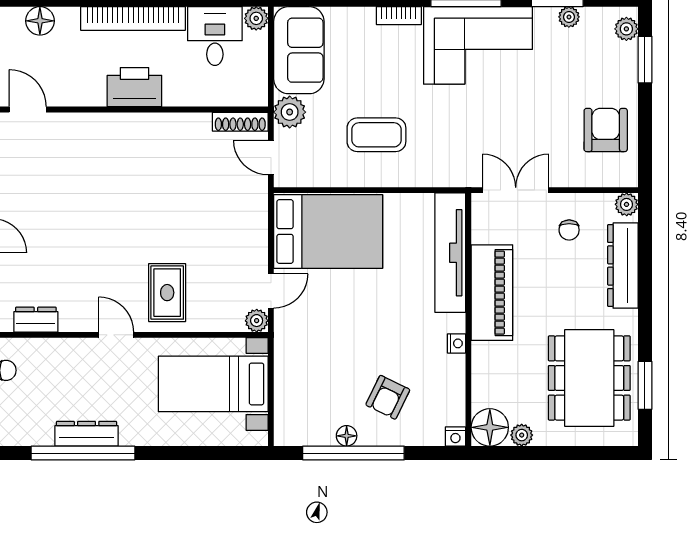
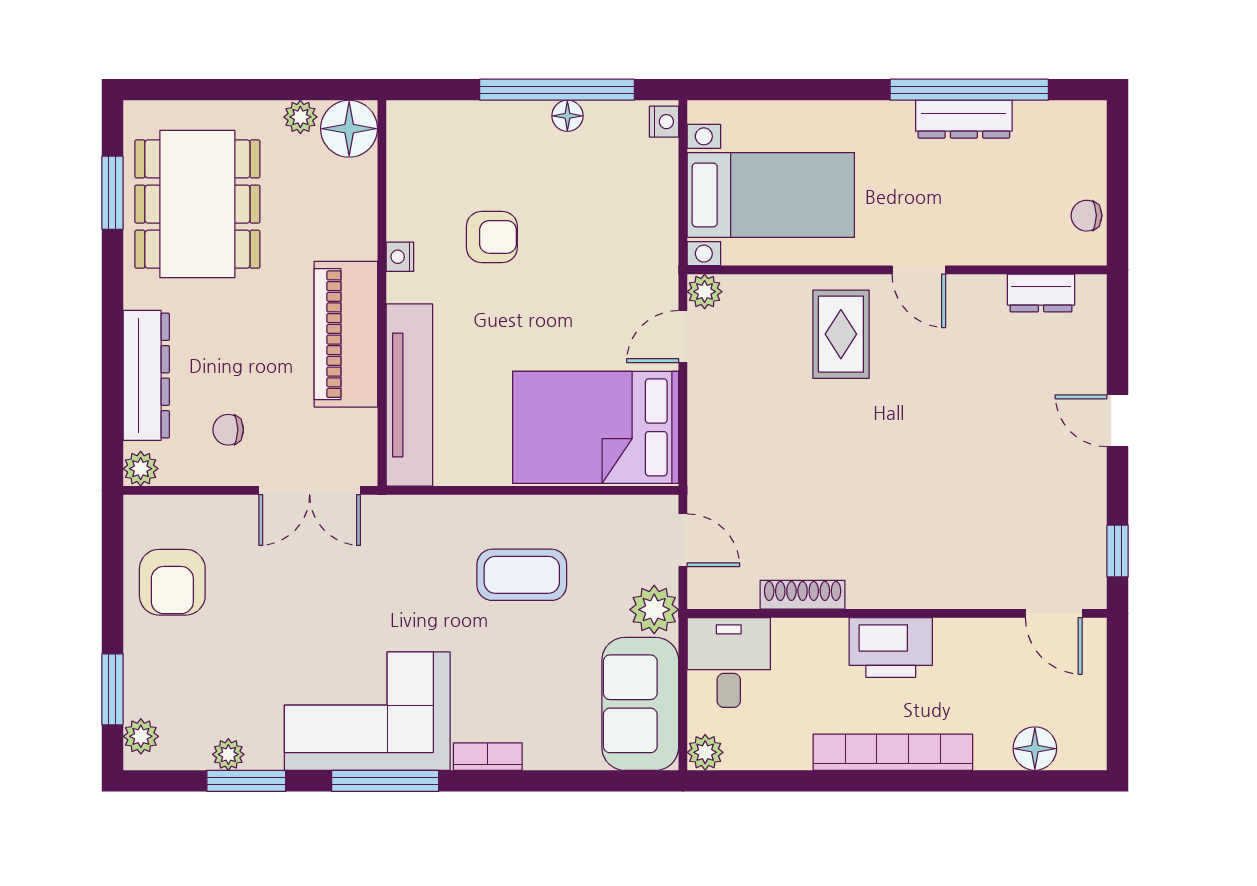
desk: (215, 36) -> (729, 663), moved, turned 180
shoe rack: (240, 122) -> (803, 595), moved
chair: (569, 230) -> (228, 430), turned -90
armchair: (388, 397) -> (492, 237), moved, turned 64
nightstand: (455, 437) -> (664, 122), moved, turned 90

